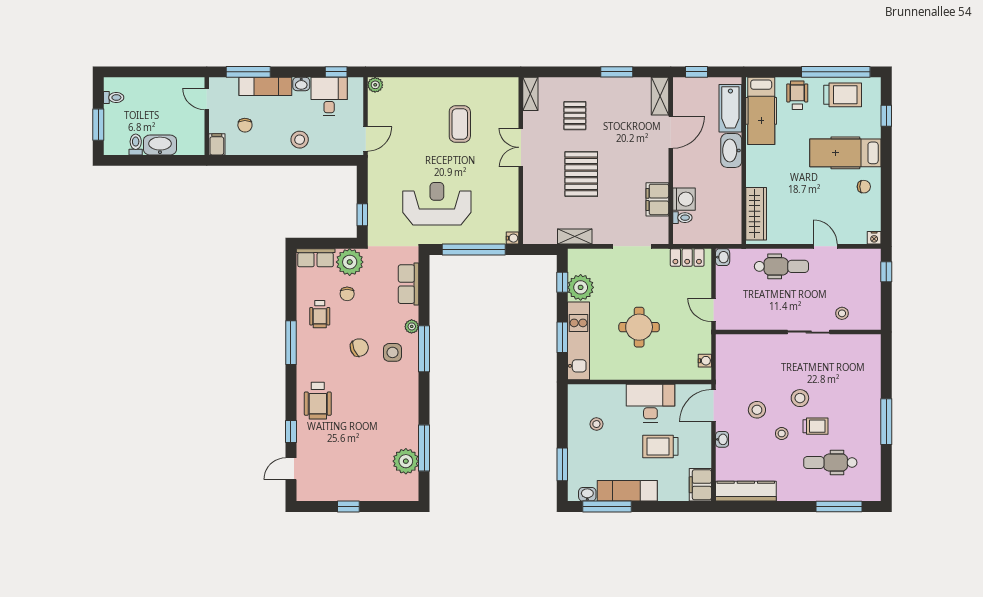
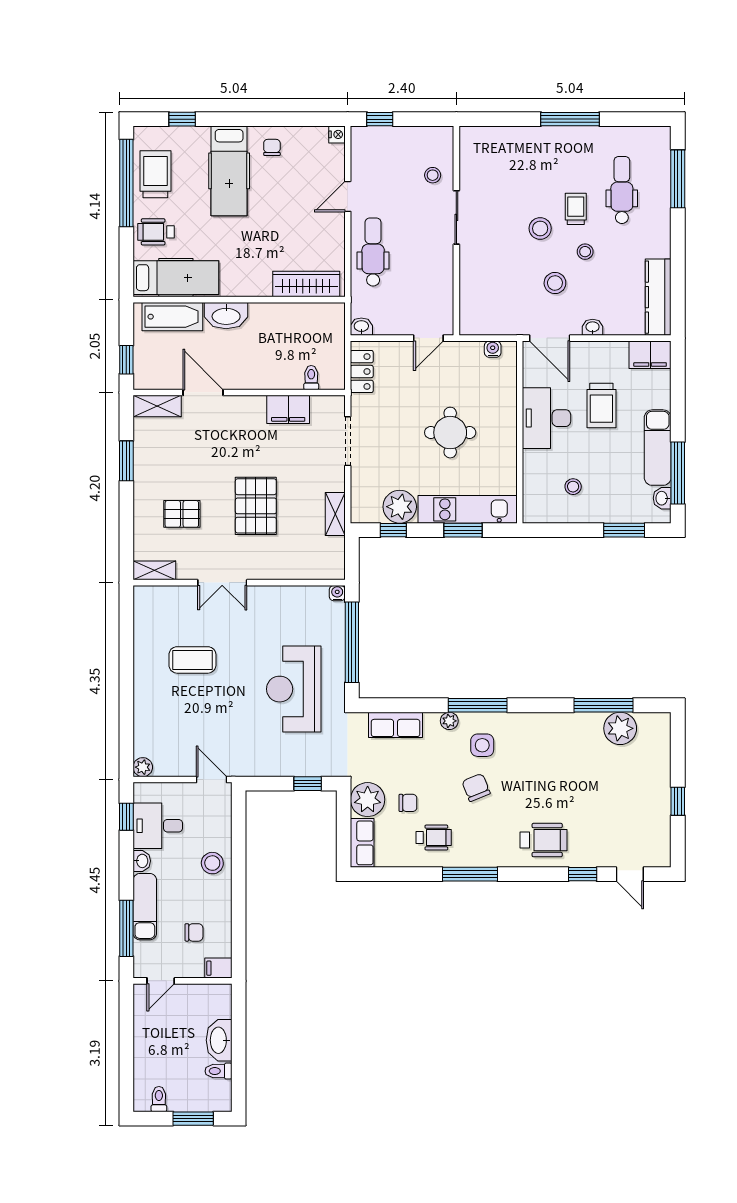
pallet: (581, 174) -> (256, 506), turned 90
washing machine: (684, 199) -> (288, 376), removed
dental chair: (830, 463) -> (622, 190), turned 180

